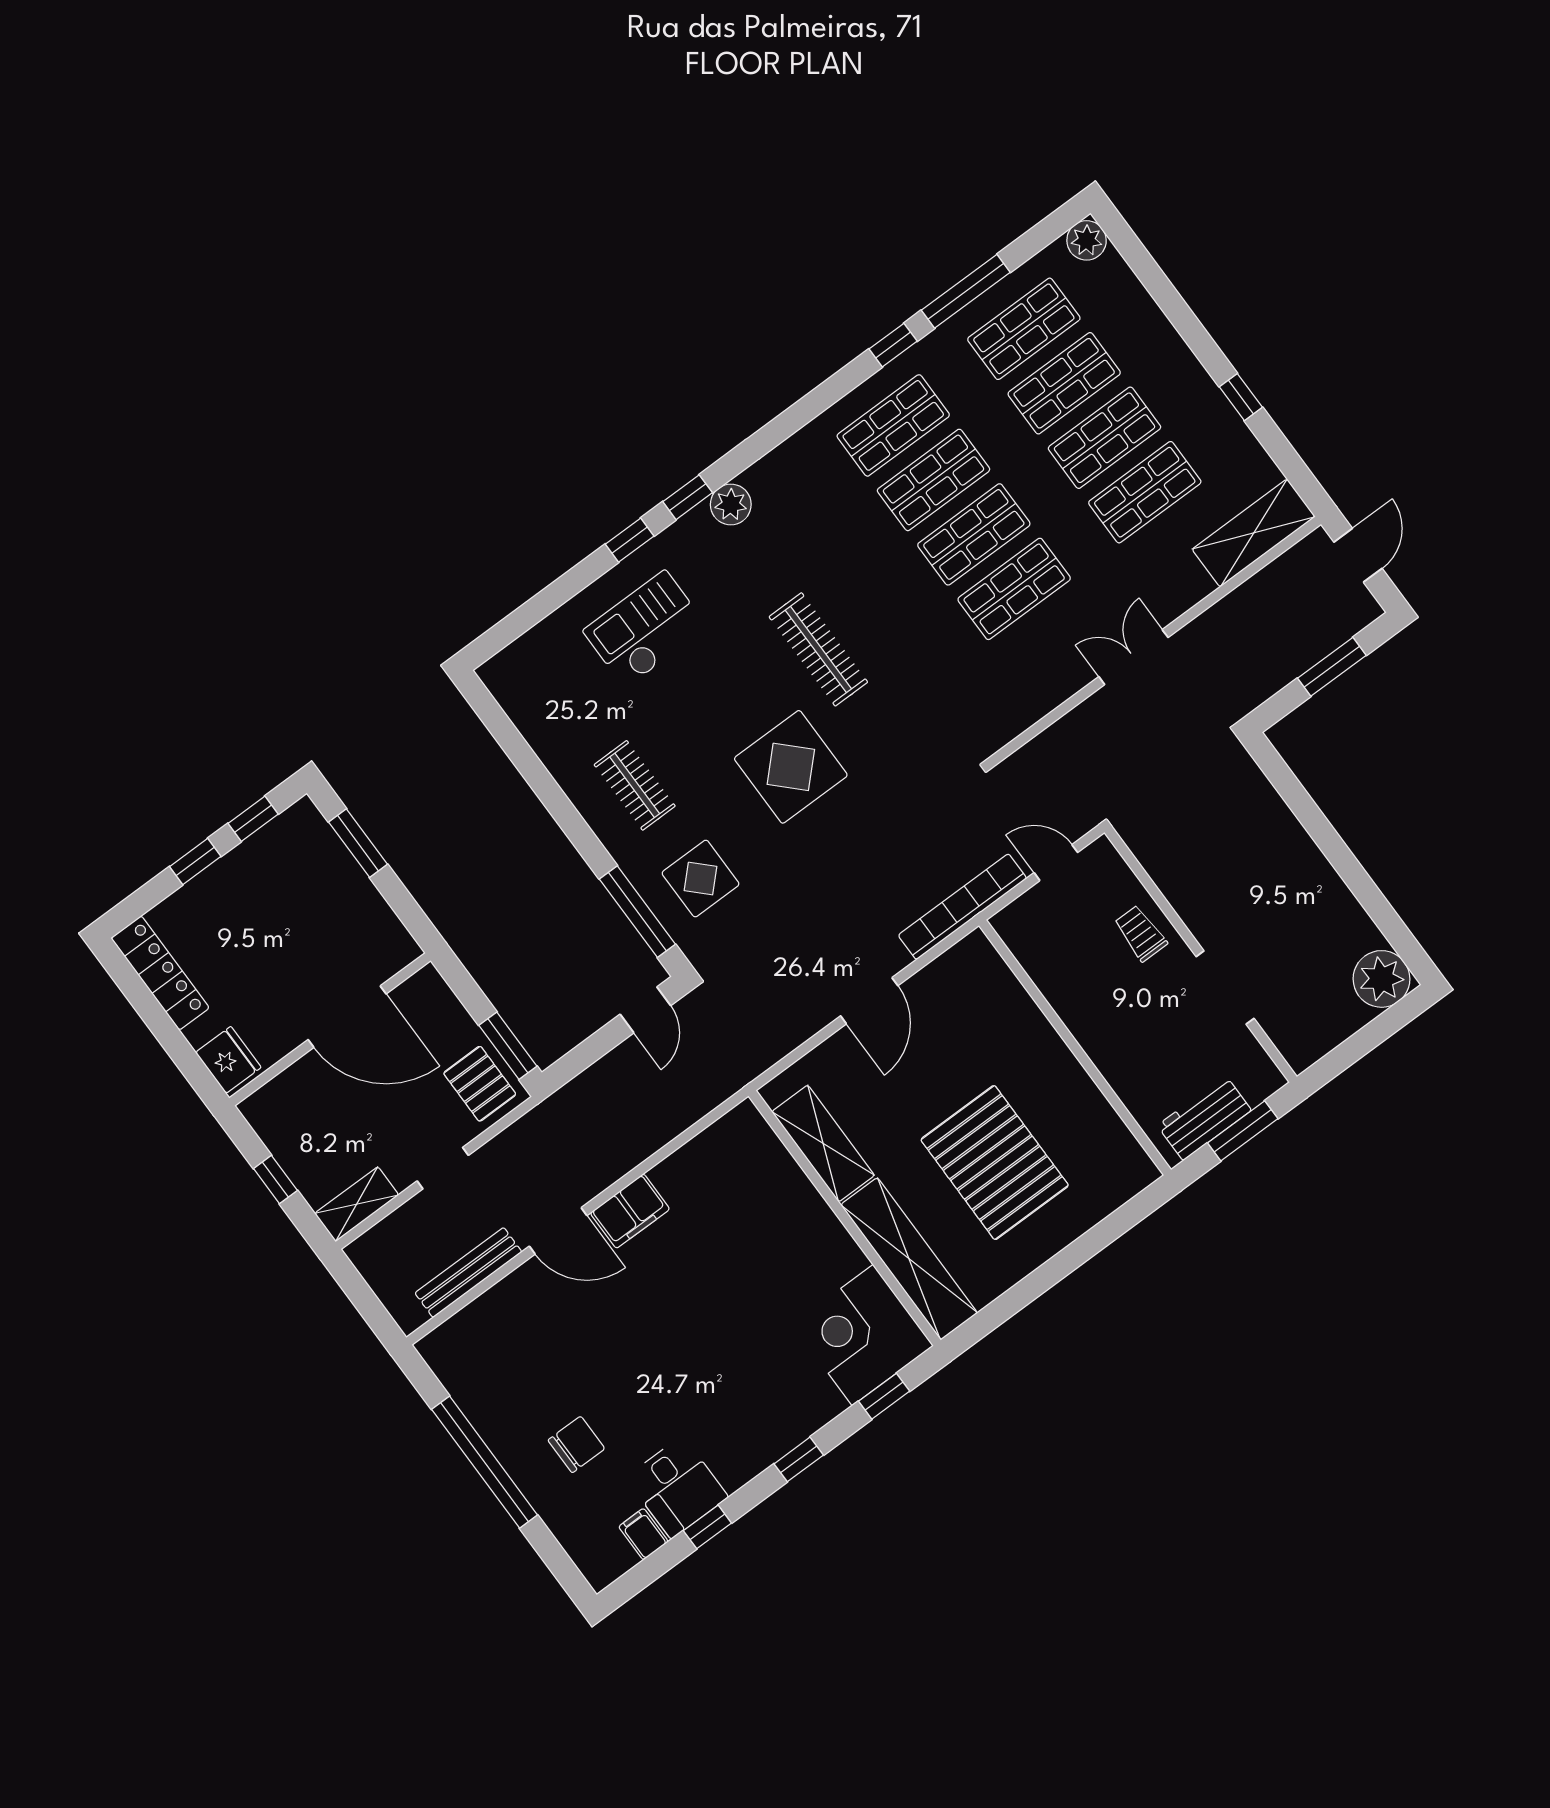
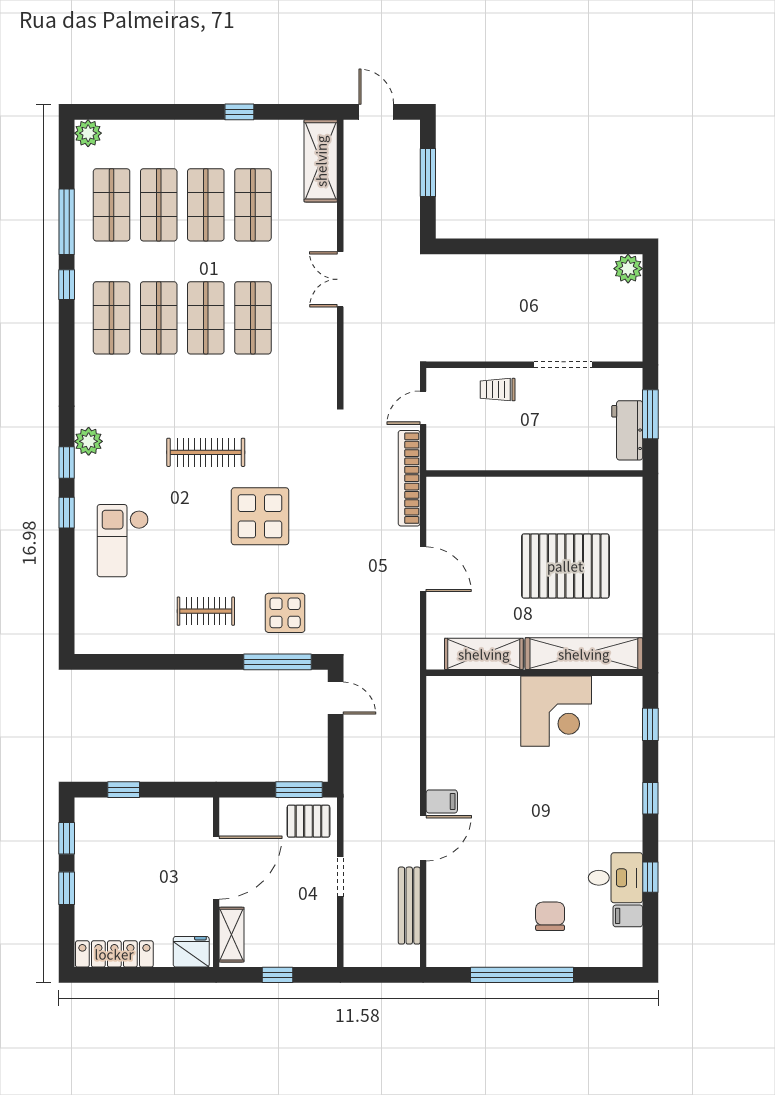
window: (358, 843) -> (124, 790), width x0.67
plant: (1382, 979) -> (628, 269), width x0.73, depth x0.73
shelving: (357, 1204) -> (232, 935), moved
filing cabinet: (630, 1211) -> (442, 801), width x0.50
corner desk: (863, 1335) -> (556, 711), moved, turned -90

